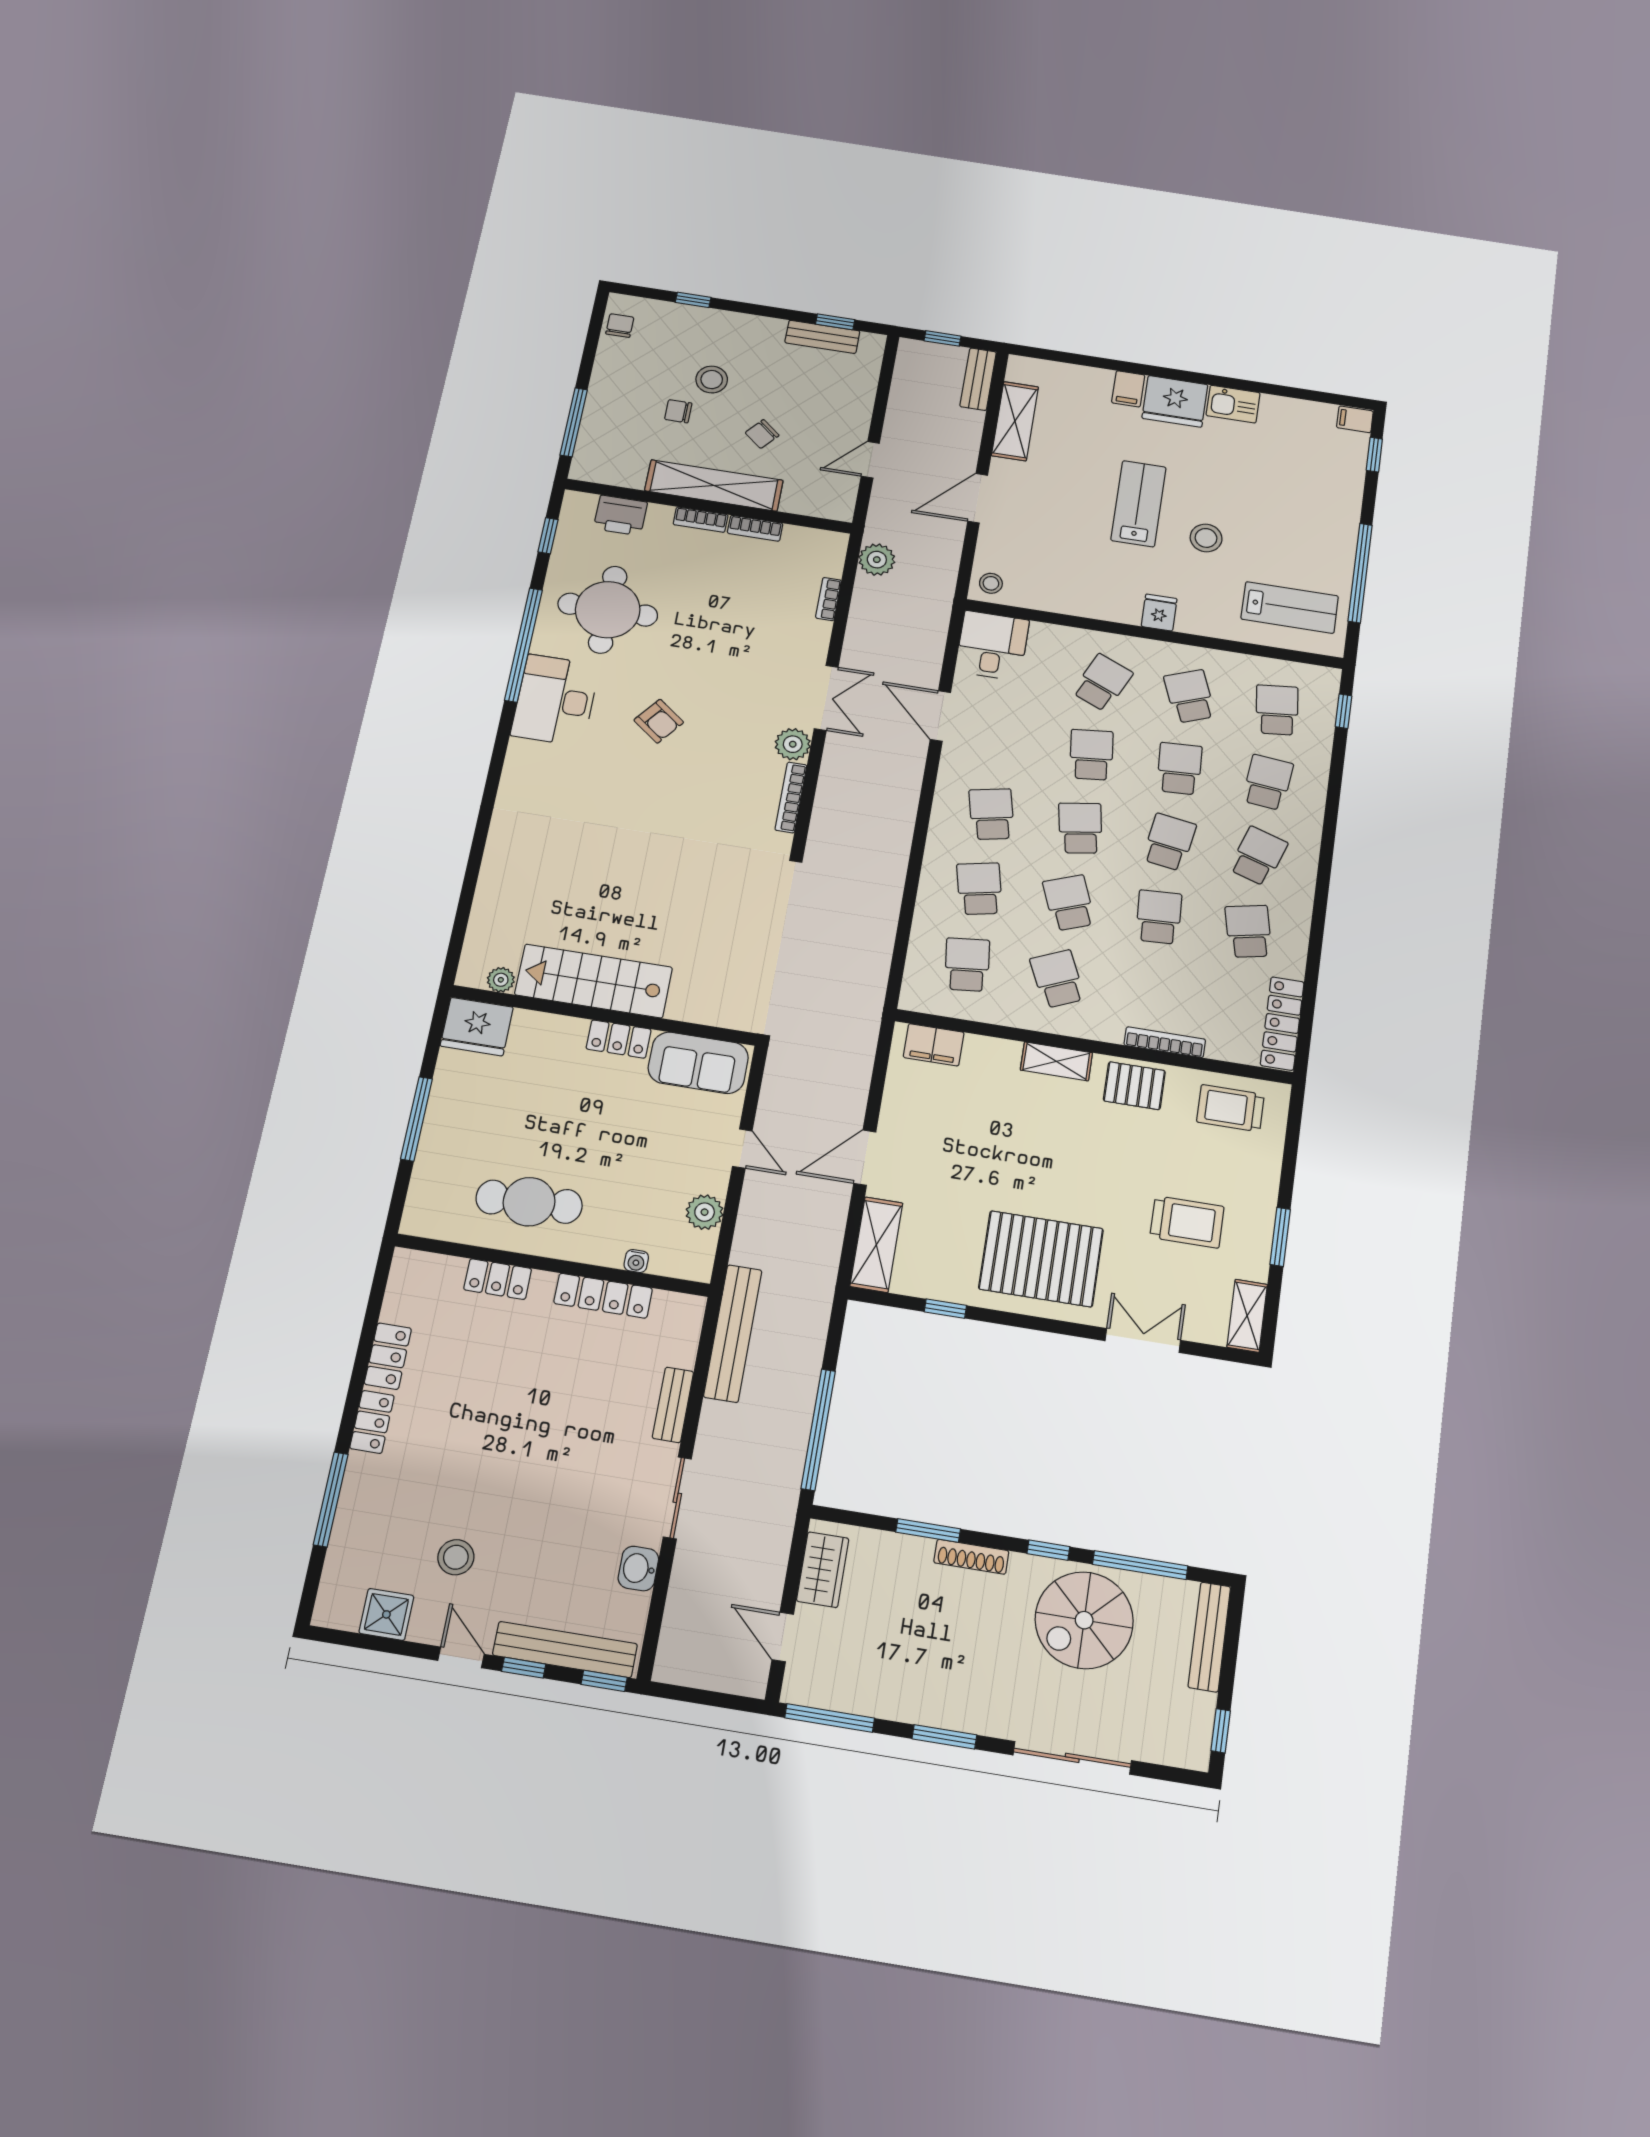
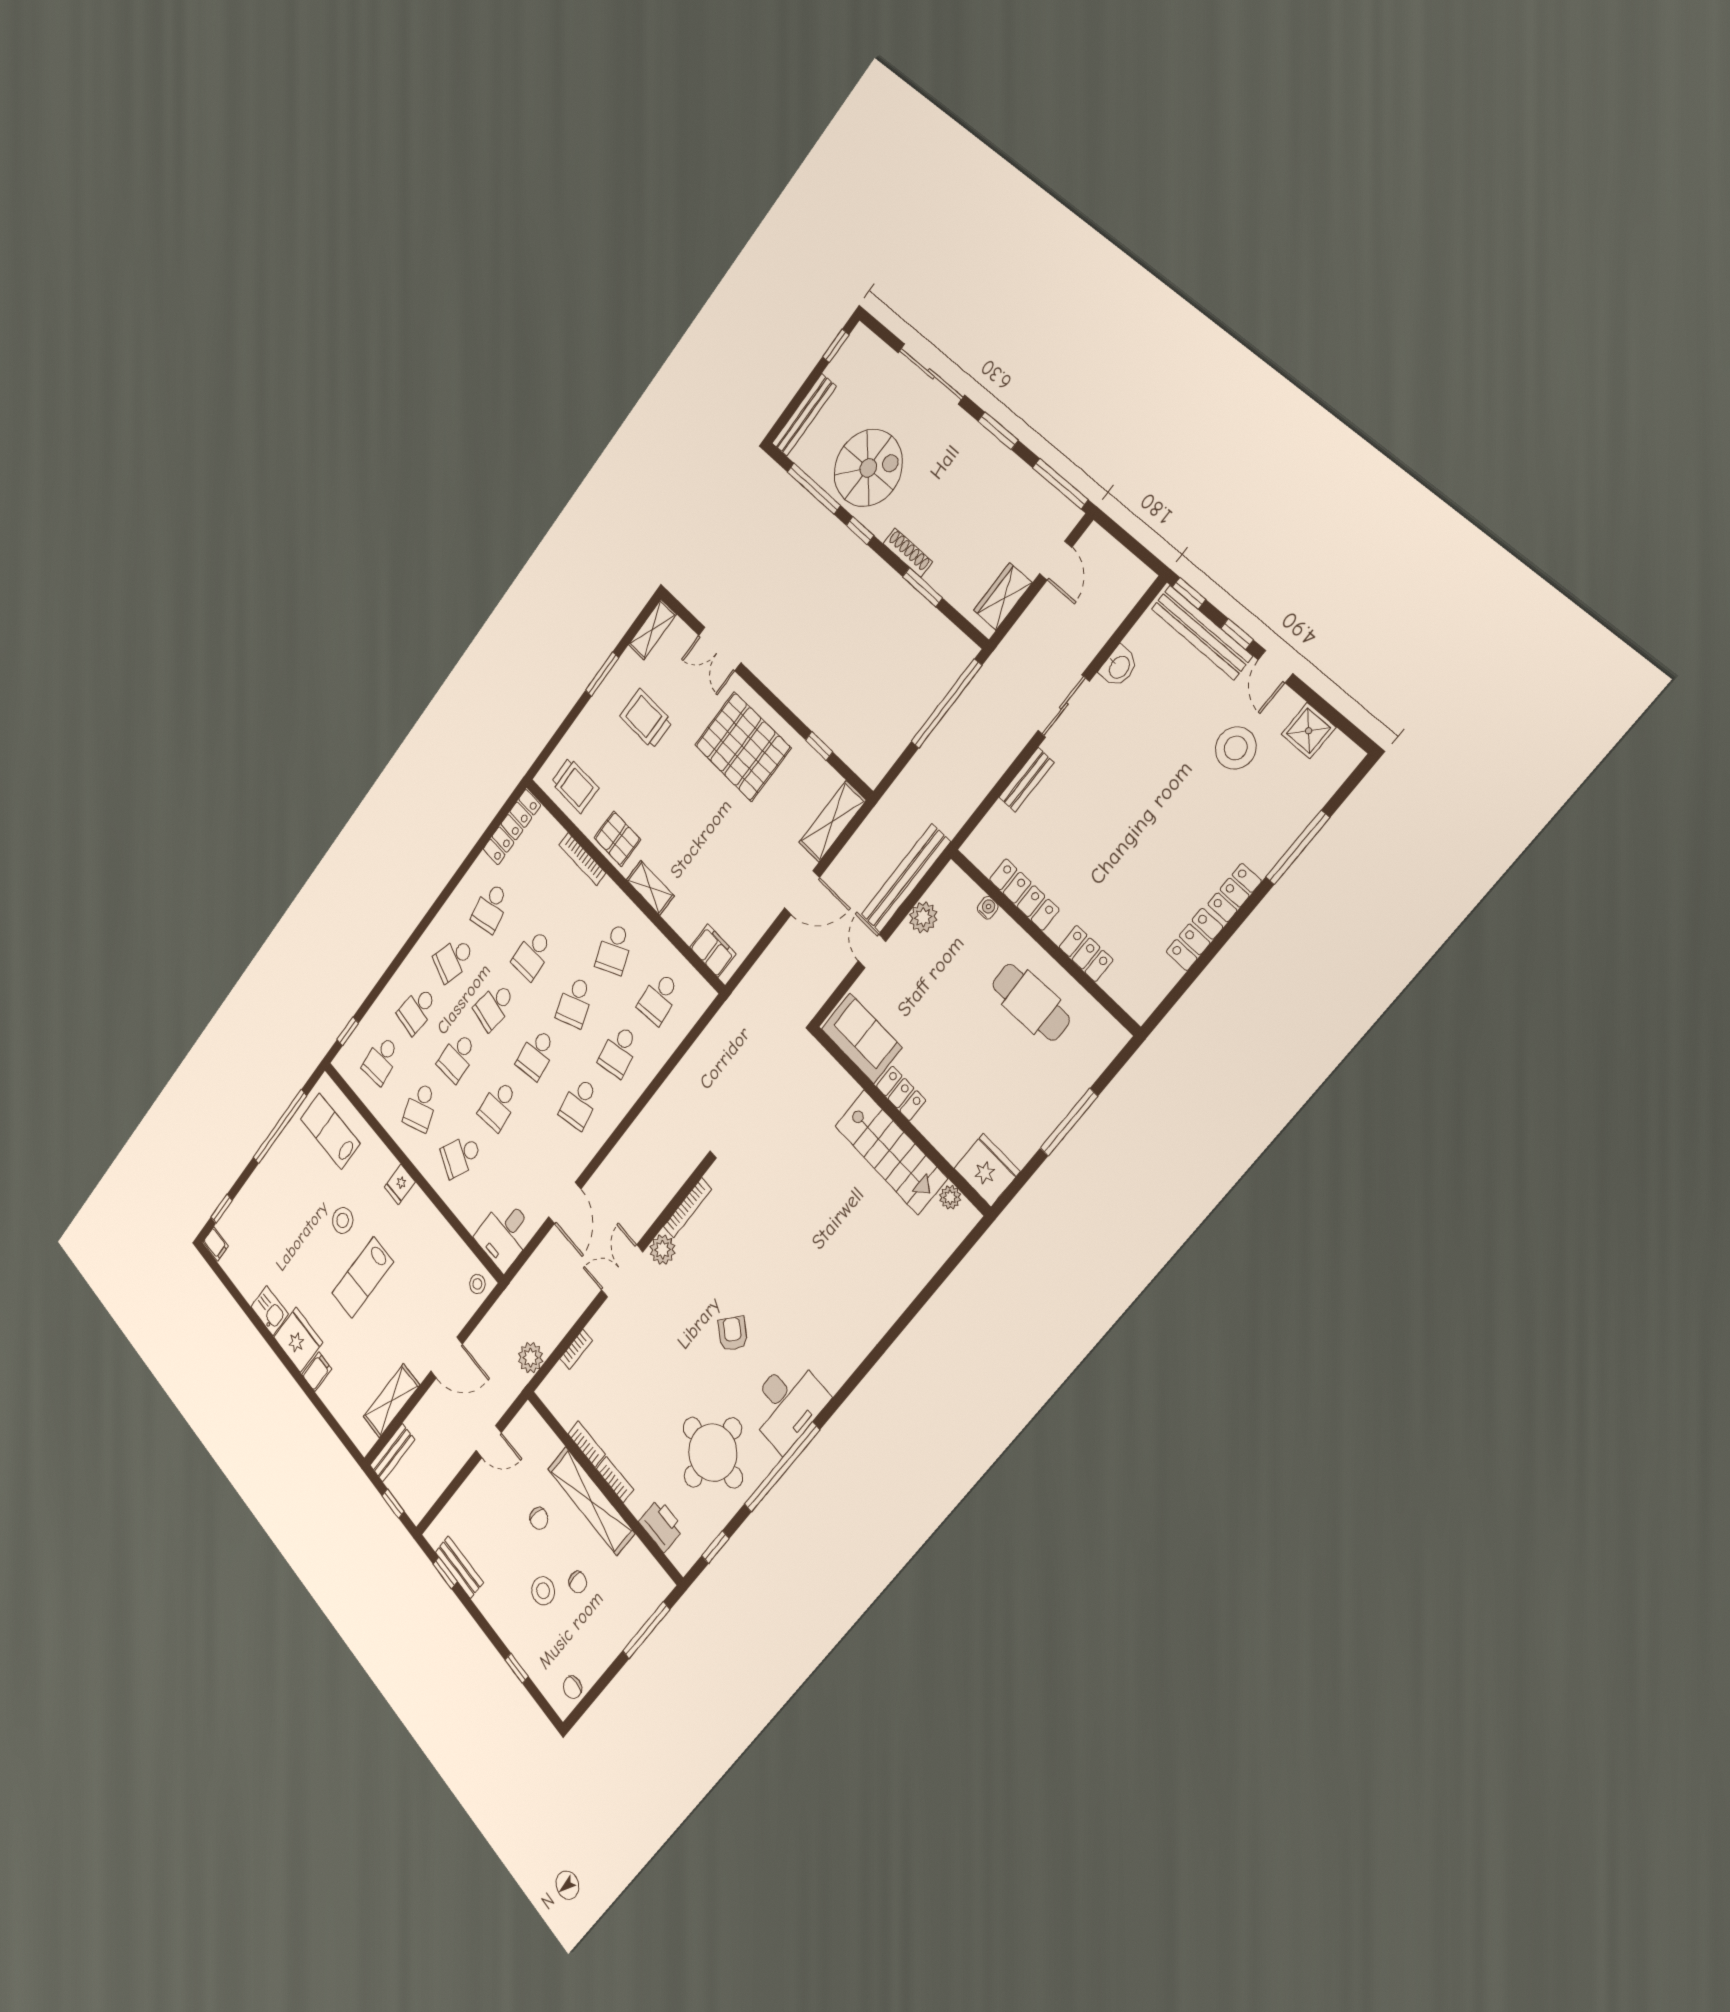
chair: (762, 434) -> (539, 1518), turned 62
bench: (733, 1333) -> (906, 878), moved
stool: (456, 1557) -> (1236, 748), width x1.38, depth x1.38

